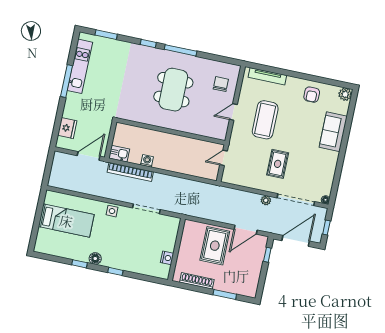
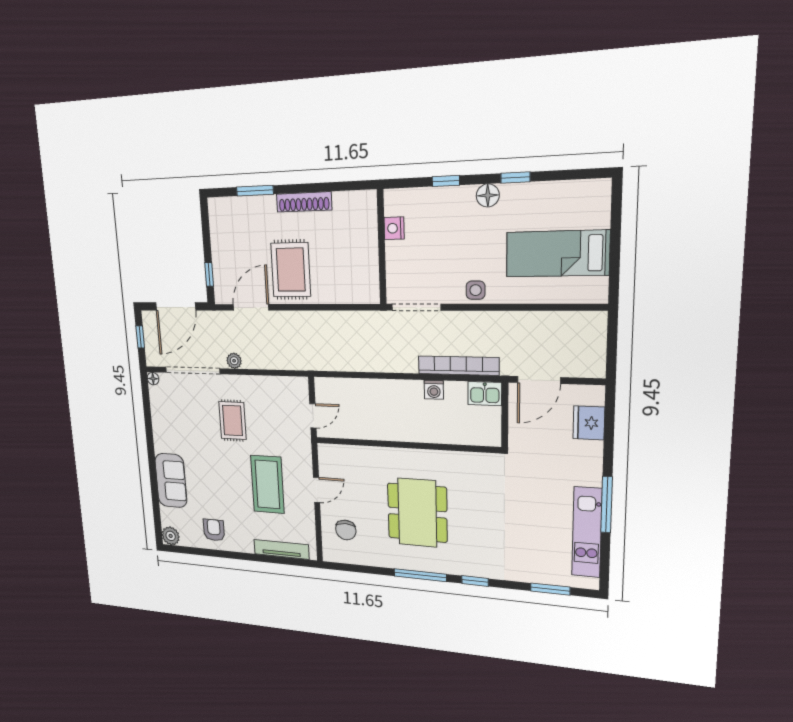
wall: (176, 249) -> (382, 247), moved
nightstand: (167, 258) -> (394, 228), moved

